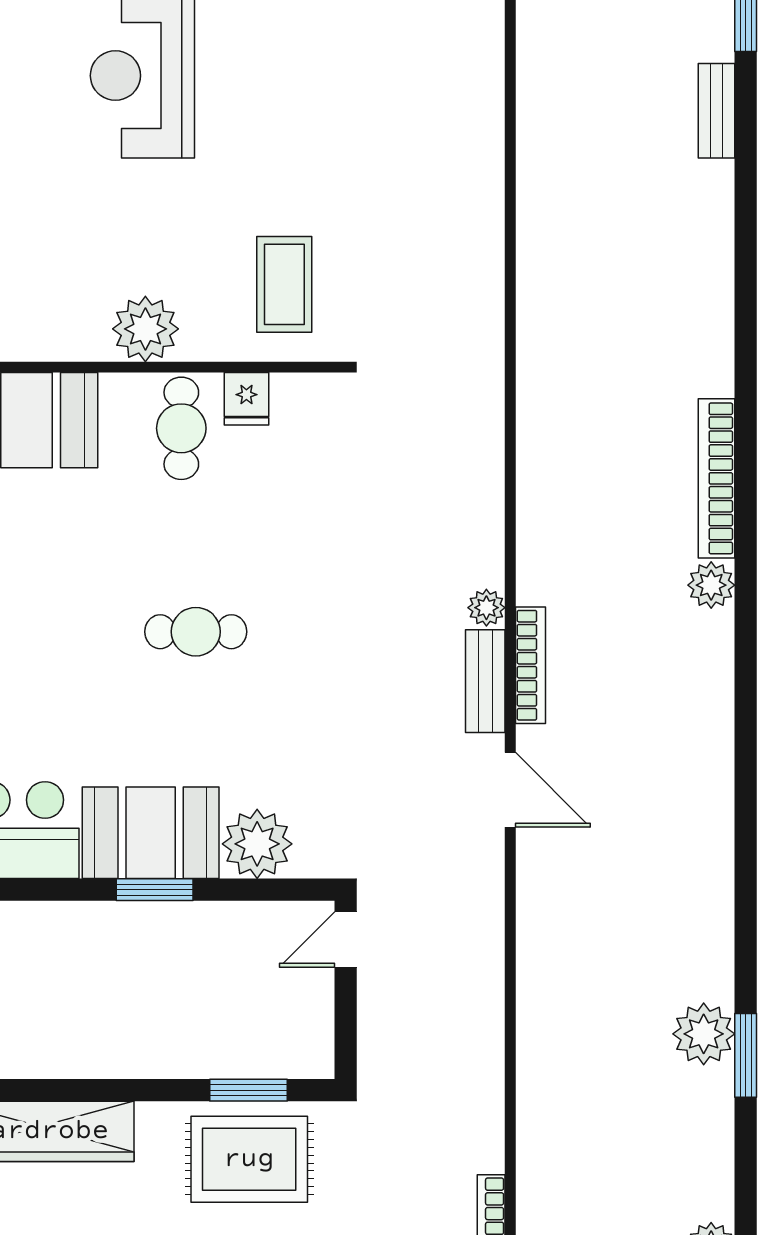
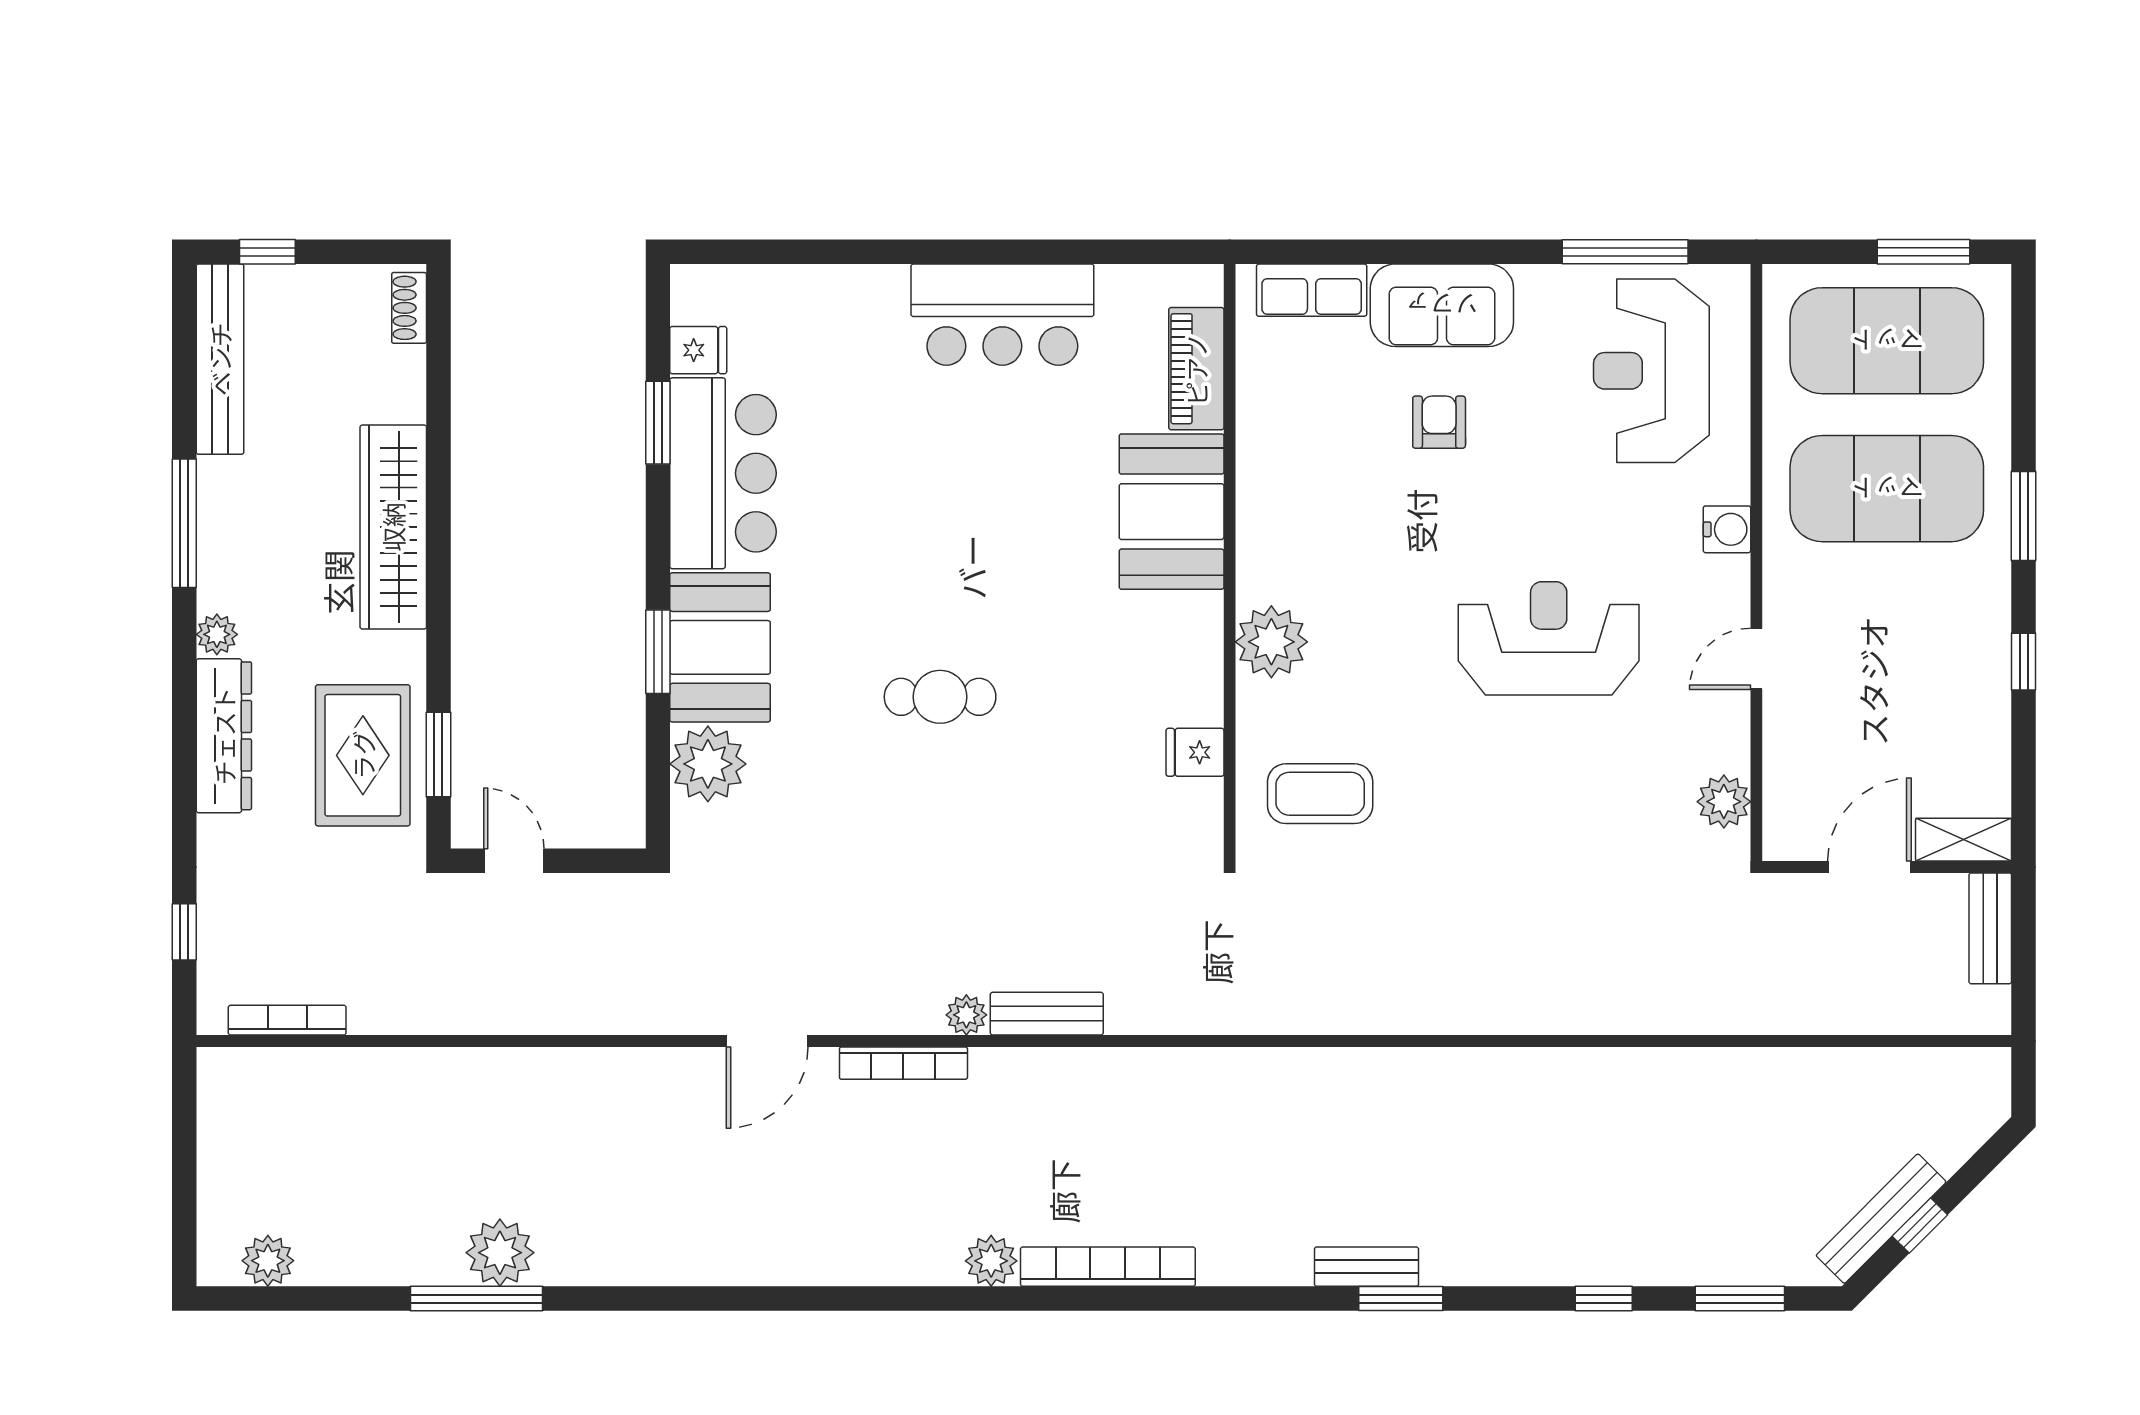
bench: (716, 111) -> (1366, 1267), moved
window: (746, 211) -> (1401, 1299), added
cafe table: (181, 428) -> (1163, 681), removed
cafe table: (196, 632) -> (940, 697), turned 90
bench: (485, 681) -> (1047, 1014), moved
door: (346, 940) -> (514, 861), moved
window: (746, 1055) -> (476, 1299), width x1.44

